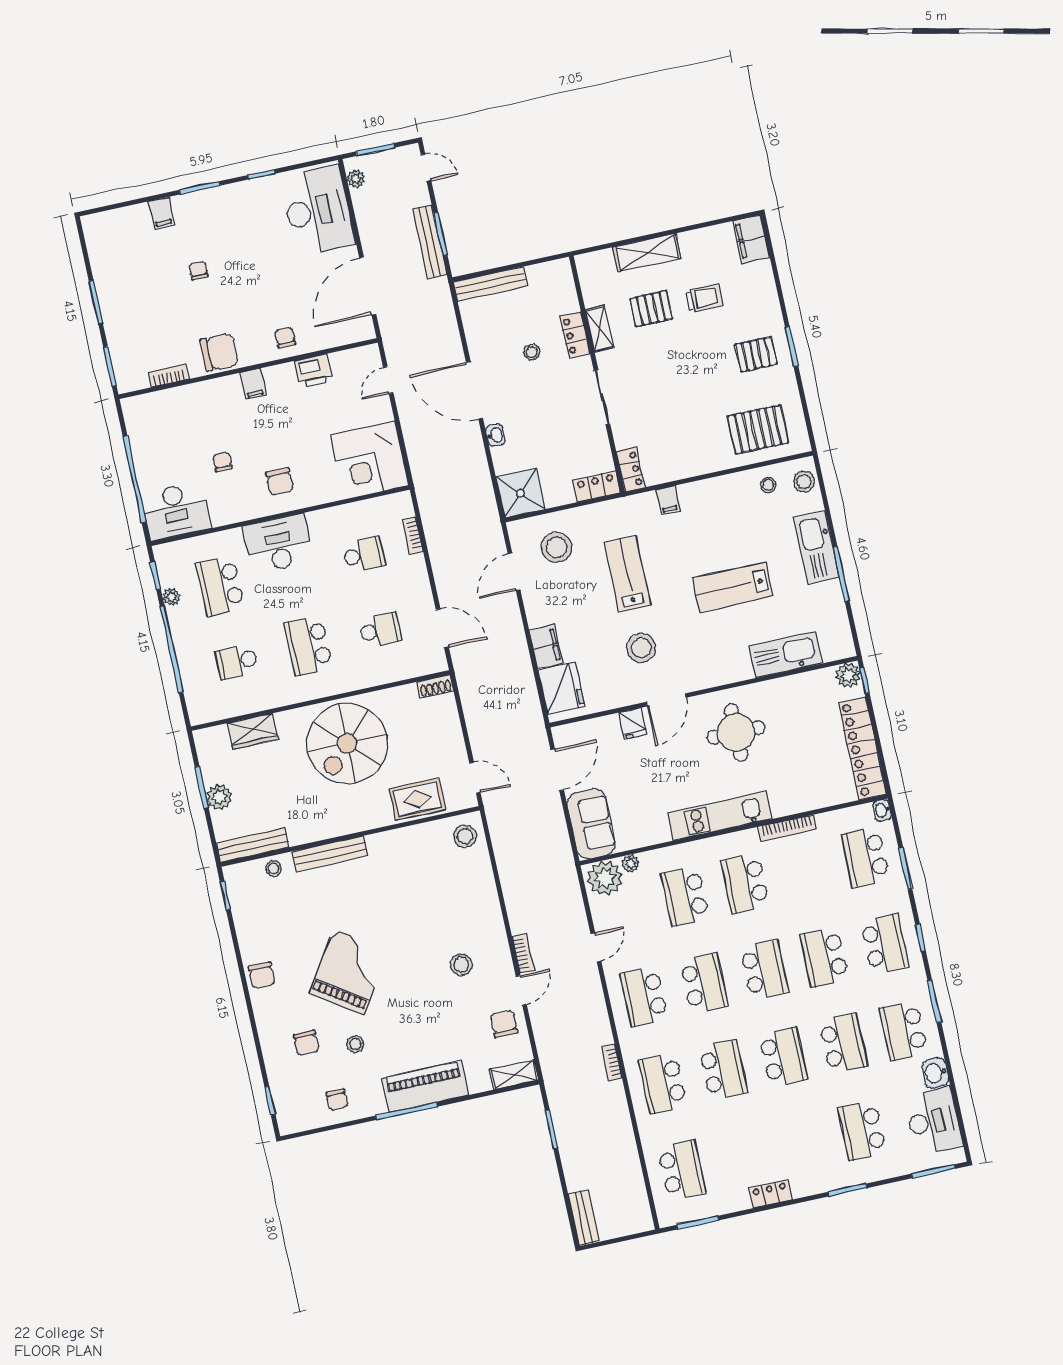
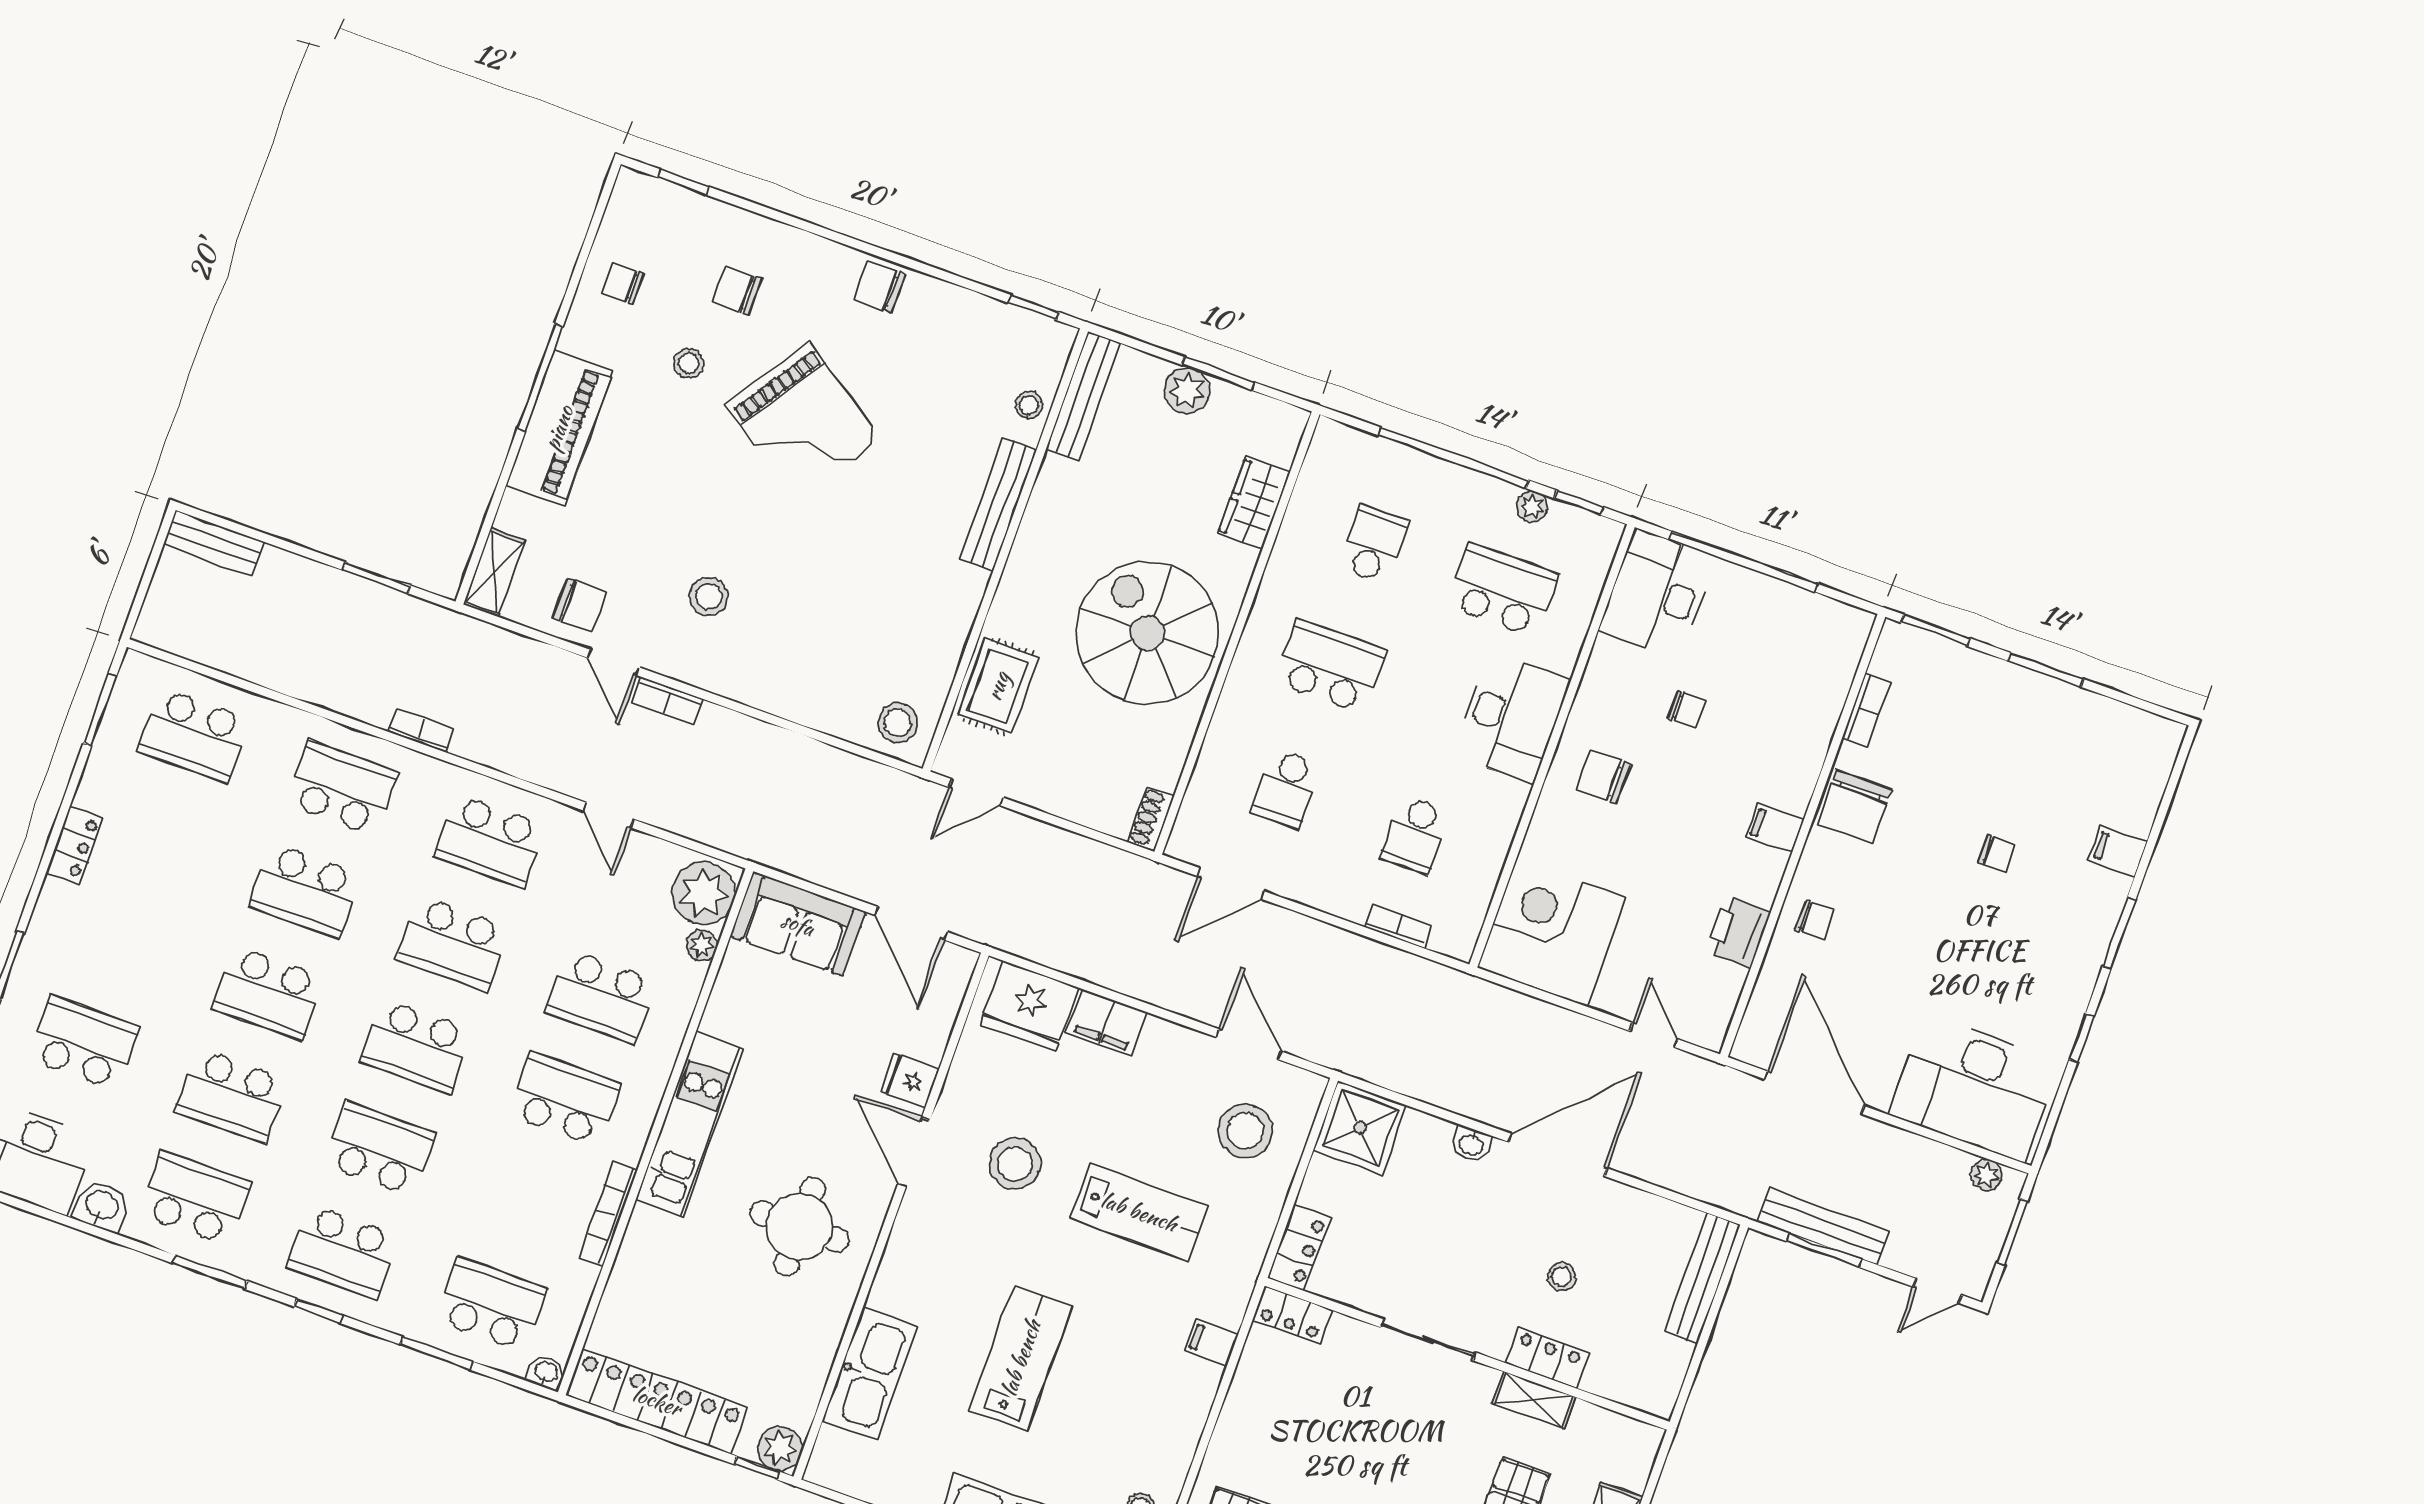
school desk: (685, 896) -> (601, 997), turned 180
school desk: (644, 996) -> (490, 841), turned 180

